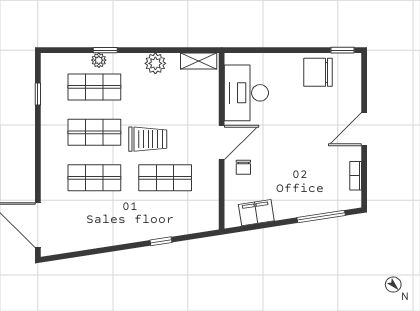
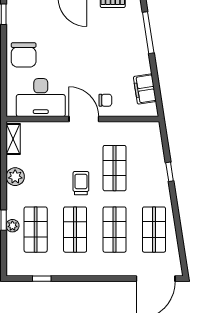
chair: (318, 72) -> (24, 55), moved
trolley: (148, 139) -> (81, 183), width x0.73, depth x0.72
shop shelf: (94, 223) -> (154, 230), added

